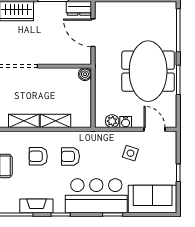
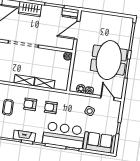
door: (93, 33) -> (77, 30), hinge flipped

